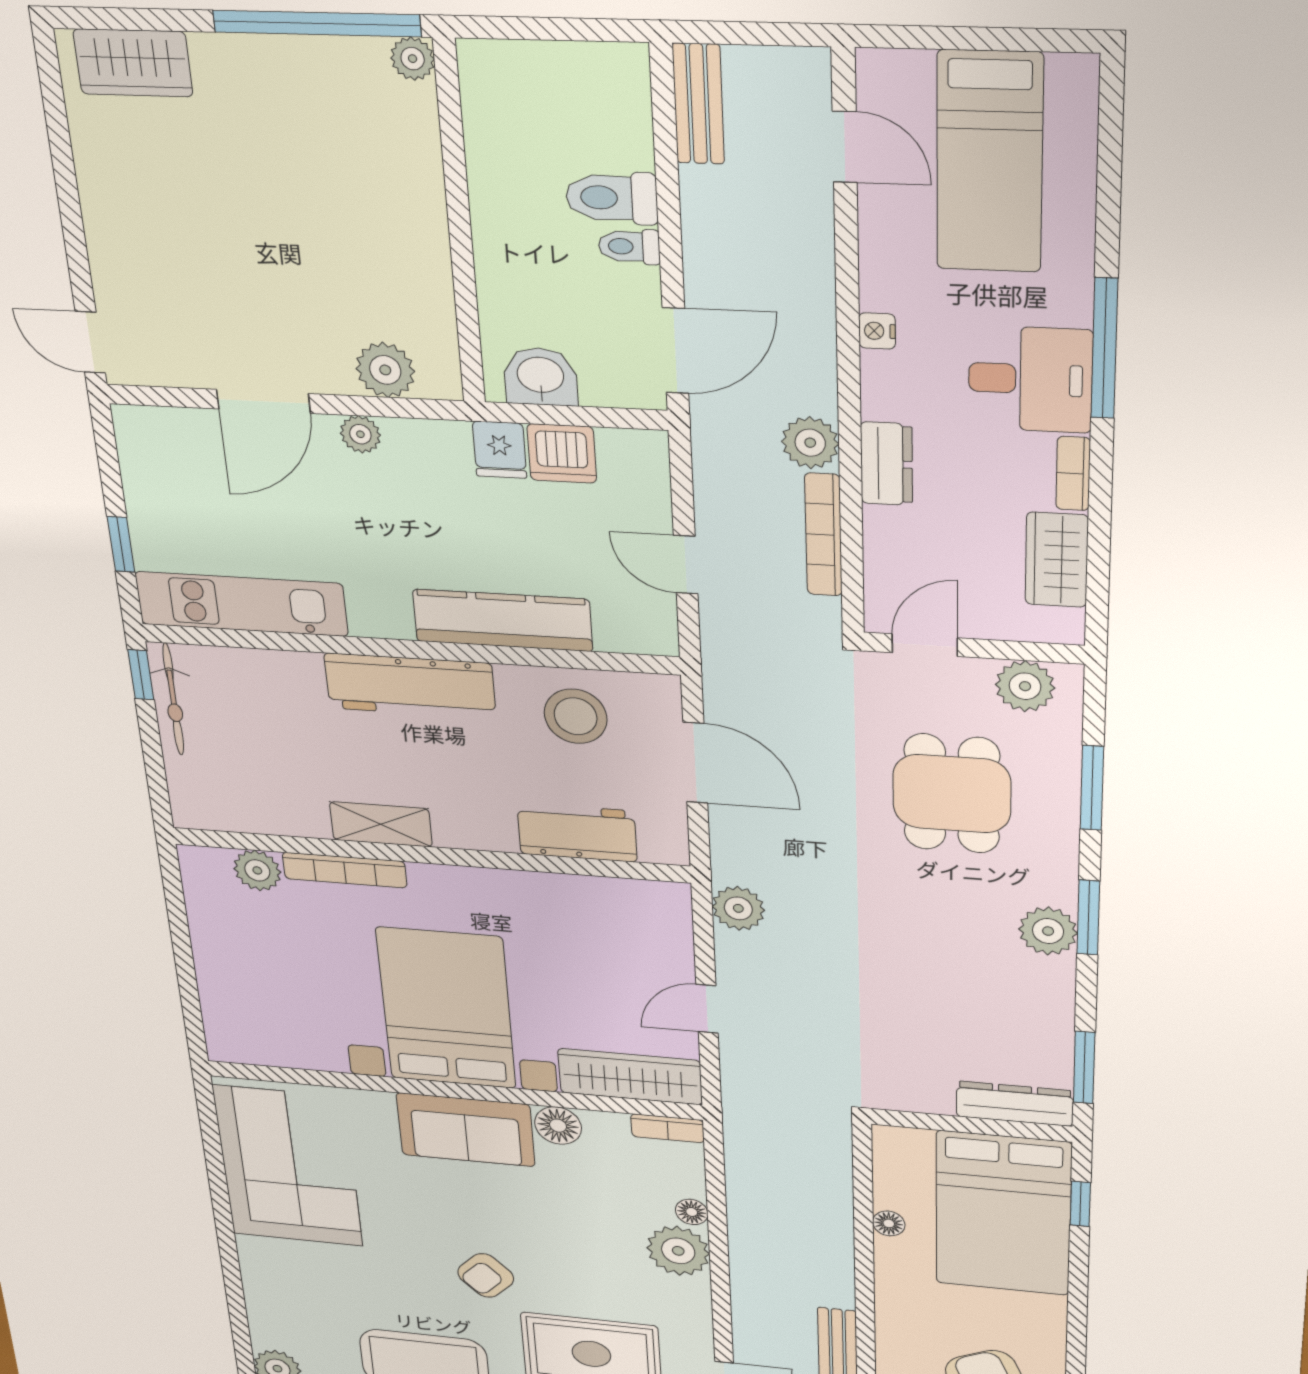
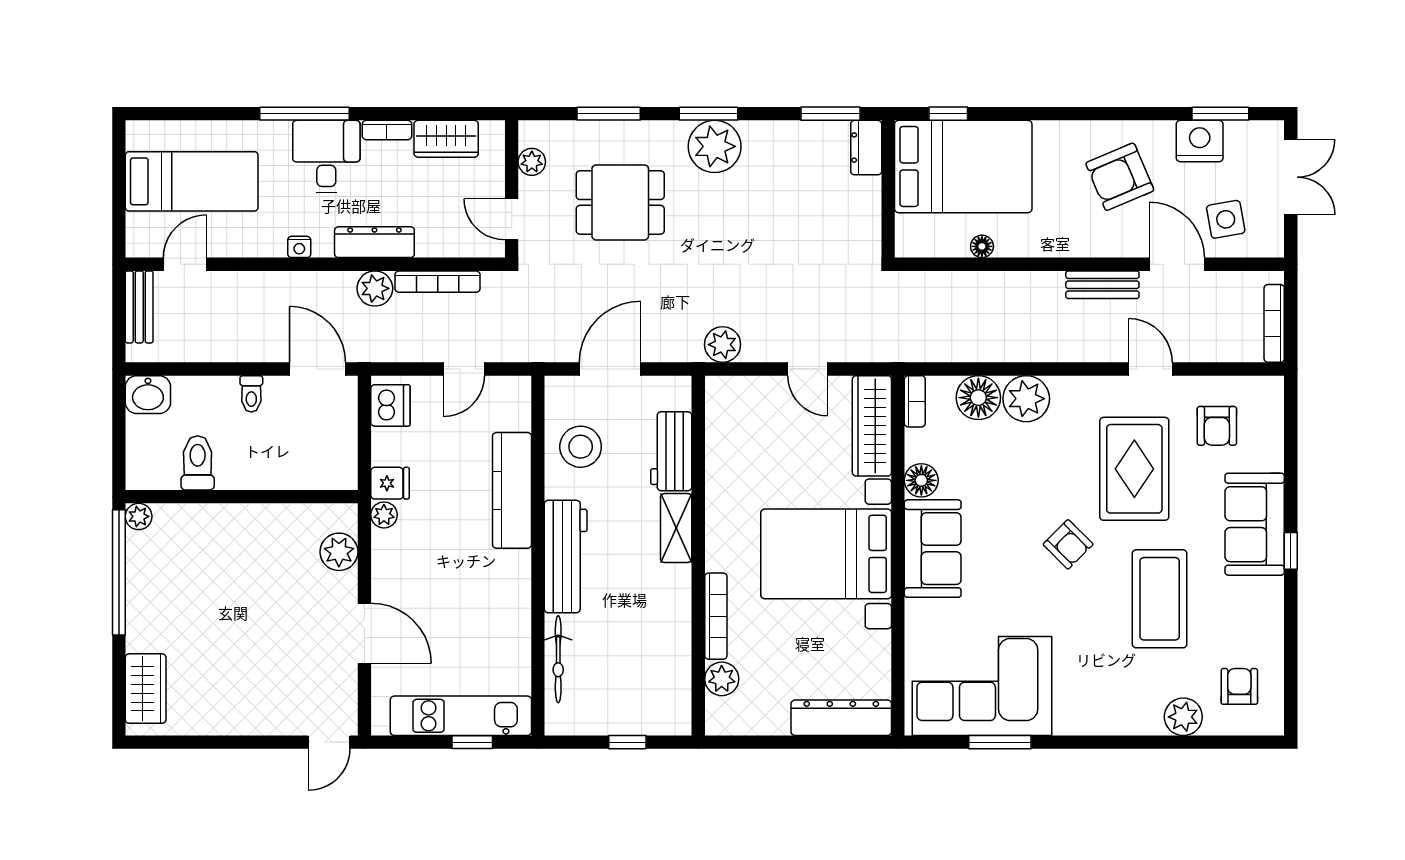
bench: (698, 104) -> (139, 307), moved, turned 90
toilet: (612, 198) -> (198, 463), moved, turned 180
washbasin: (541, 377) -> (148, 395), moved, turned -90
plant: (360, 434) -> (384, 515), moved
dishwasher: (562, 453) -> (390, 405), moved
dresser: (887, 464) -> (374, 242), width x1.44
kitchen unit: (241, 604) -> (461, 716), moved, turned 90
window: (141, 675) -> (627, 742), moved
plant: (1025, 686) -> (532, 162), width x0.73, depth x0.73
bicycle: (173, 699) -> (558, 659), moved, turned 90
shelving: (381, 824) -> (676, 528), moved
plant: (1048, 931) -> (715, 146), width x1.36, depth x1.36
dresser: (224, 1007) -> (841, 718), added
dresser: (1015, 1104) -> (866, 148), width x0.70
window: (217, 1178) -> (1000, 742), added
floor lamp: (692, 1212) -> (978, 398), width x1.89, depth x1.89

